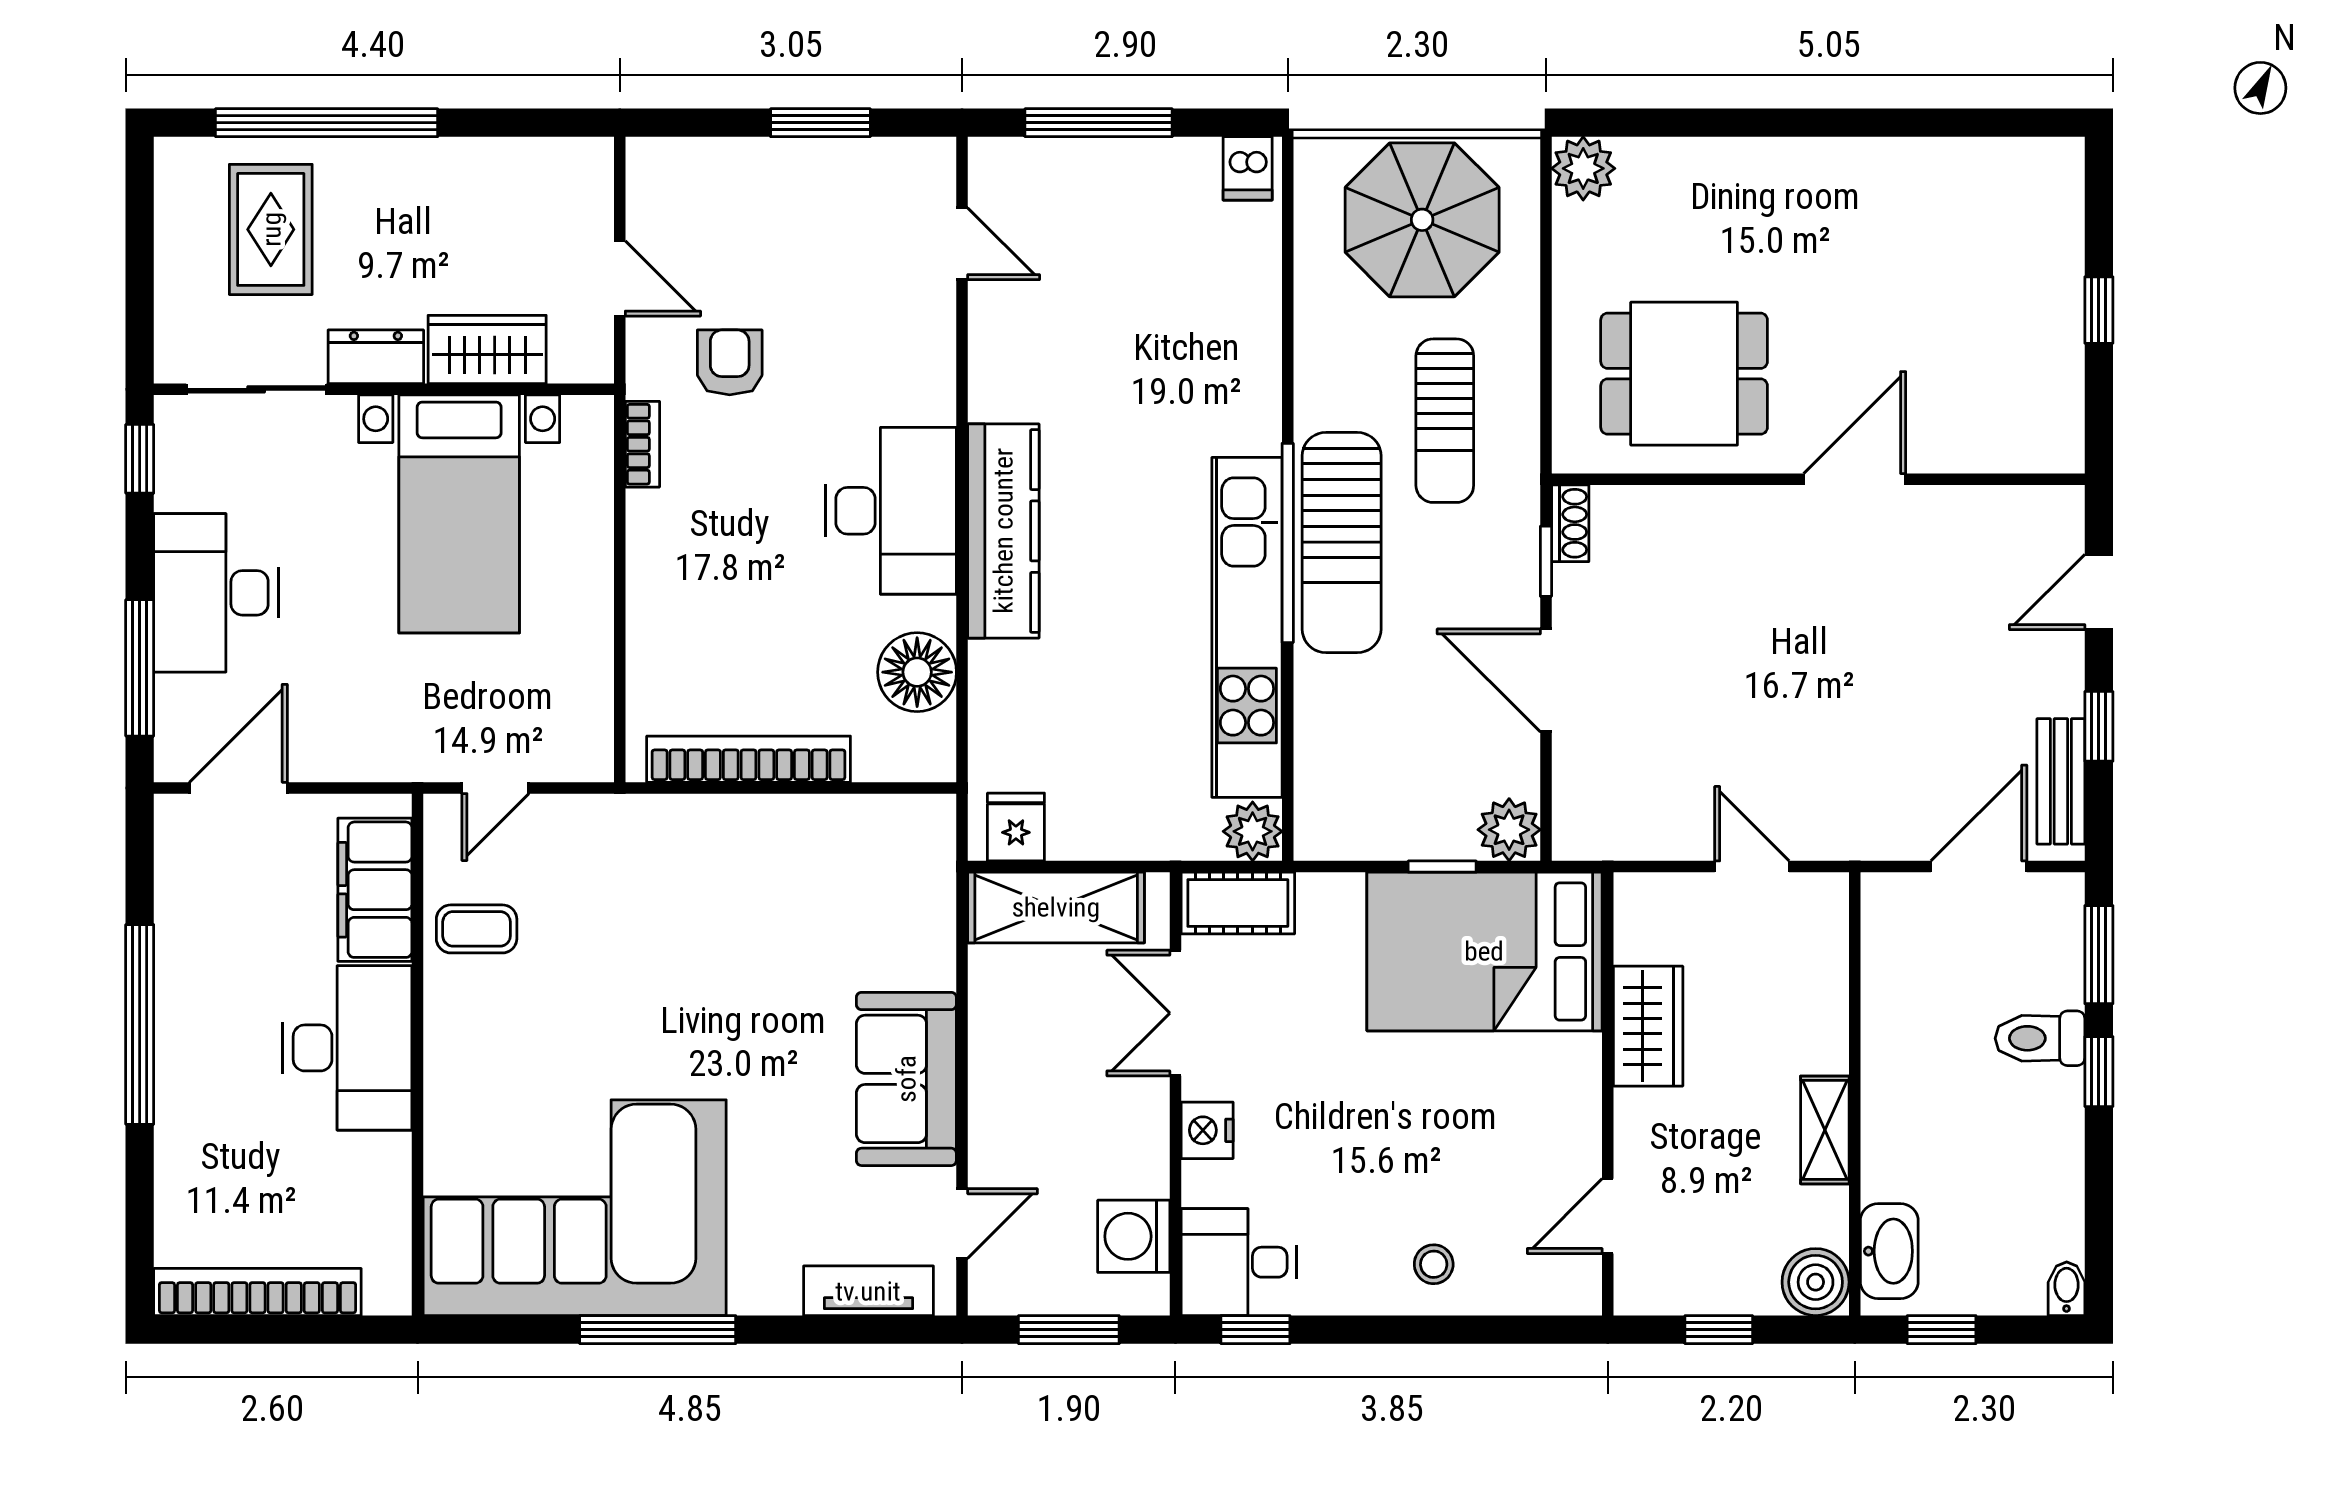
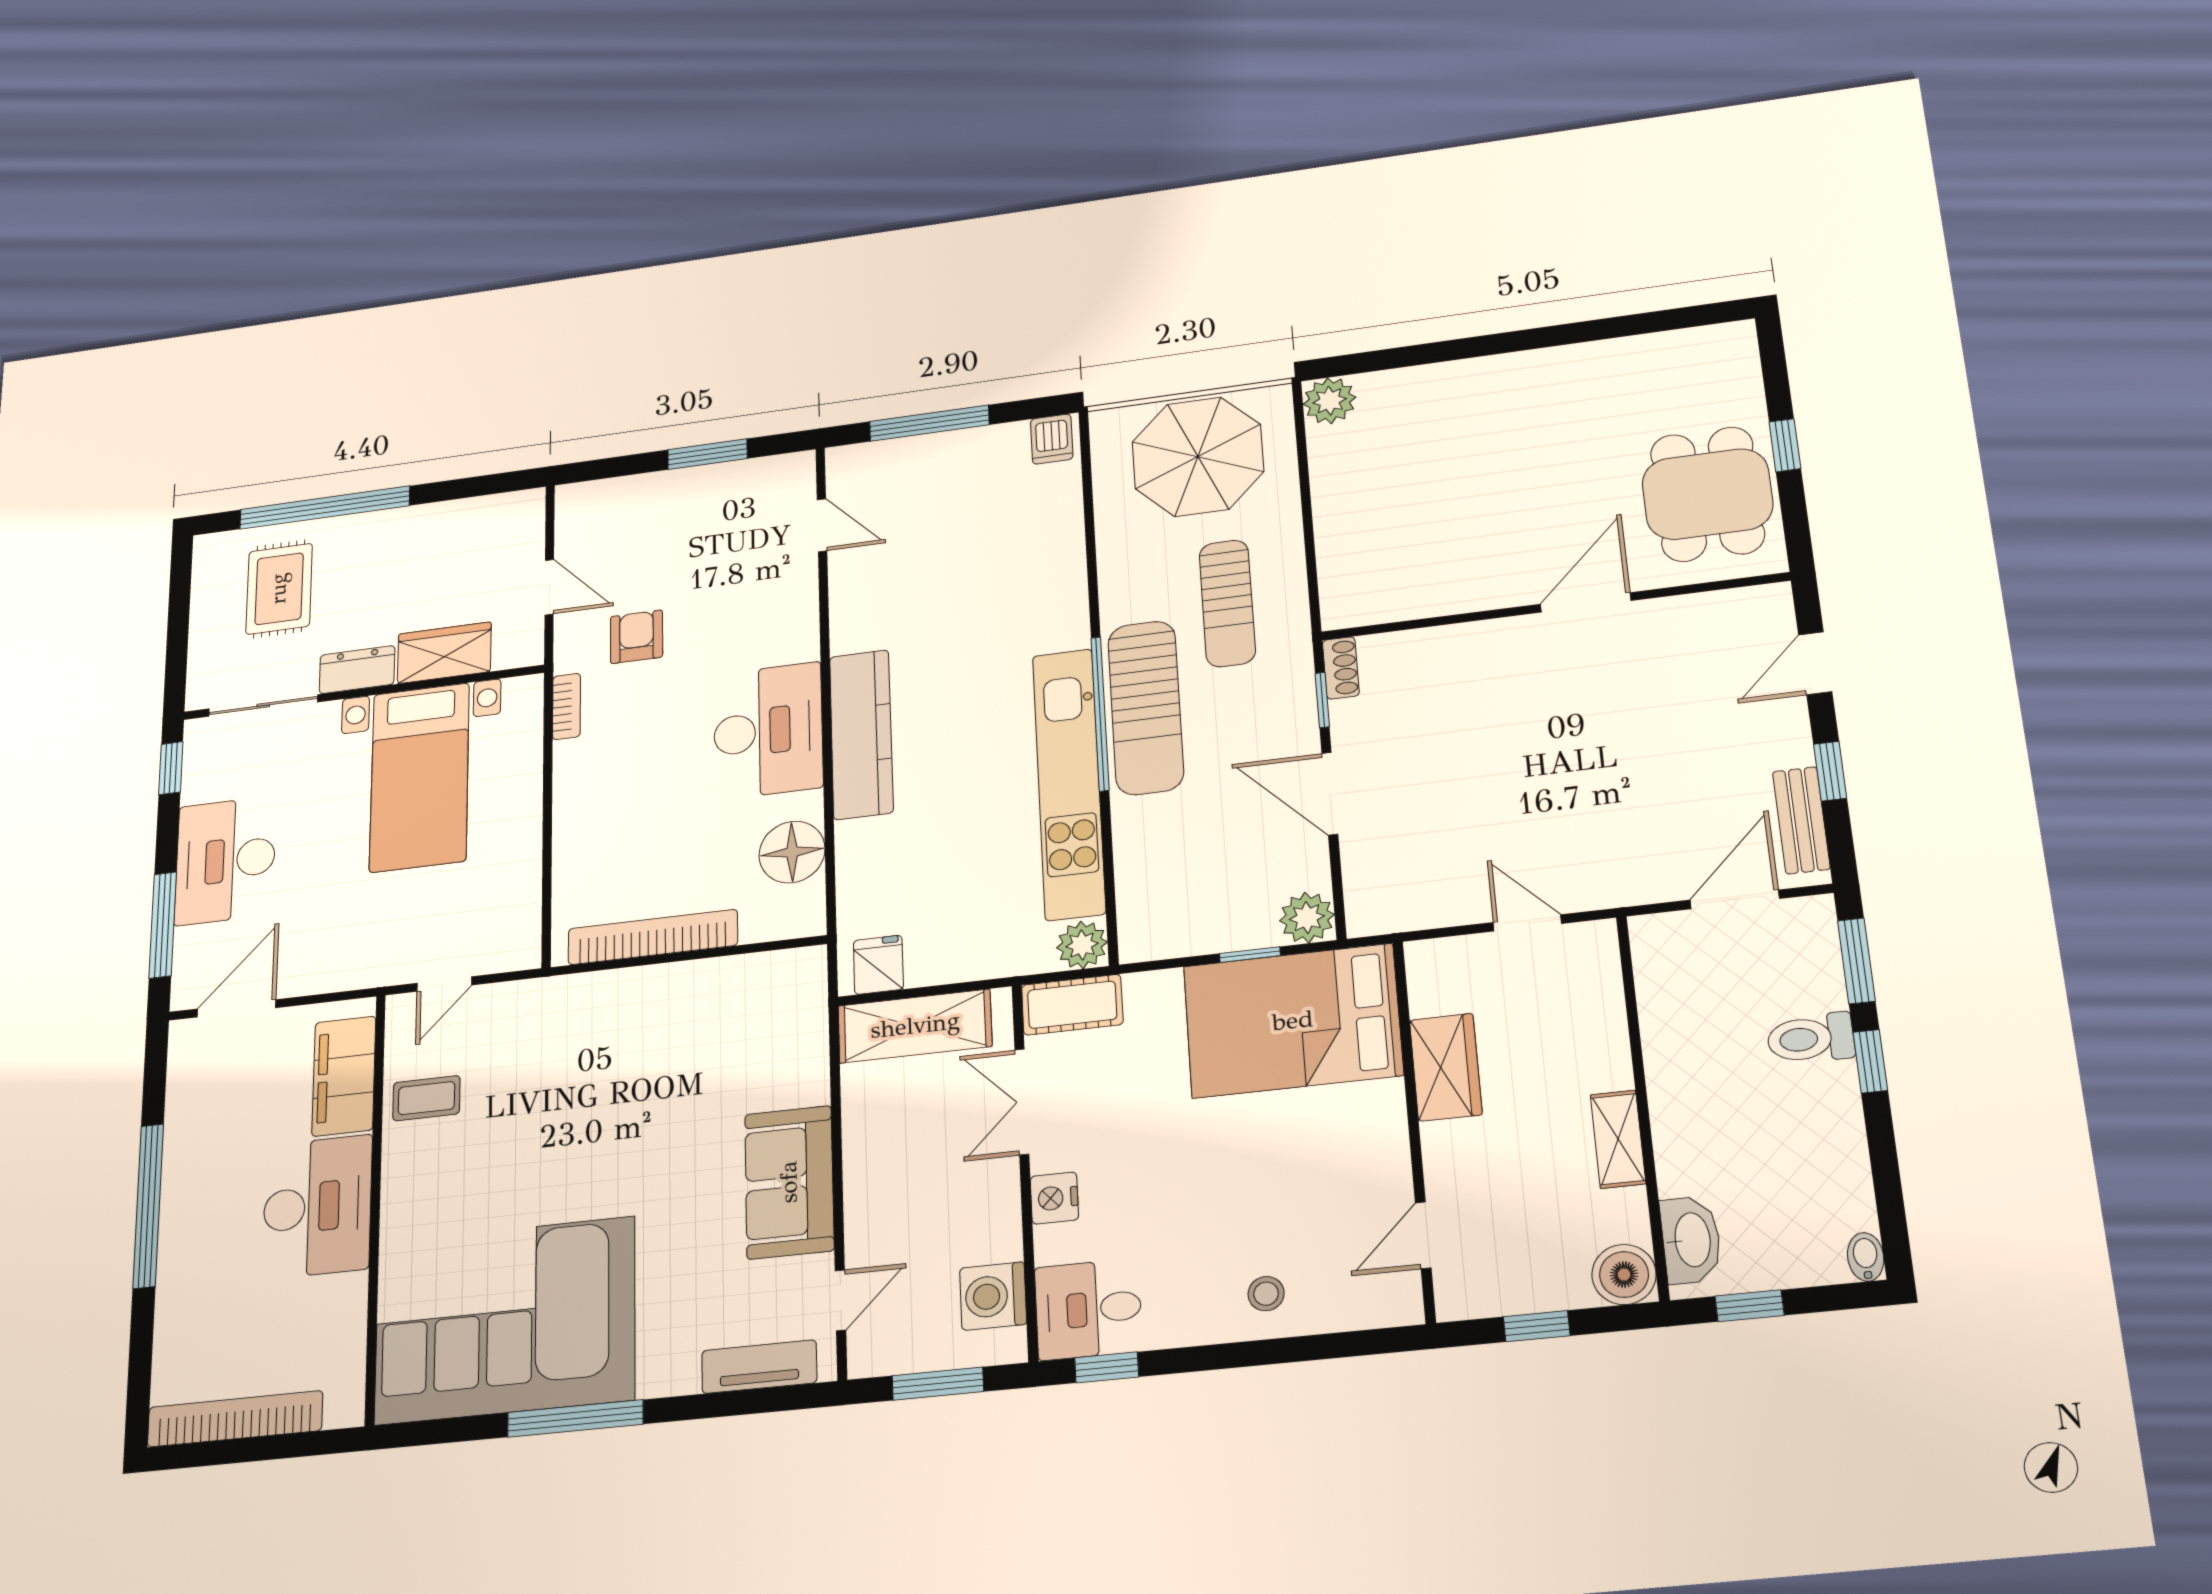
dining table: (1684, 374) -> (1707, 494), moved, turned 90

